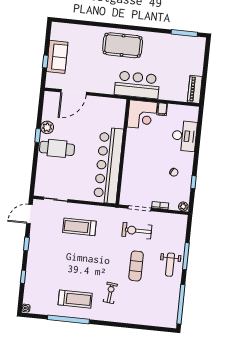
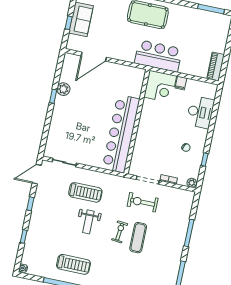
cafe table: (57, 148) -> (71, 111), removed
treadmill: (79, 227) -> (85, 192), turned 180
weight bench: (170, 265) -> (88, 222), moved
exercise bike: (110, 293) -> (120, 232), moved

